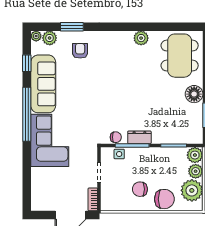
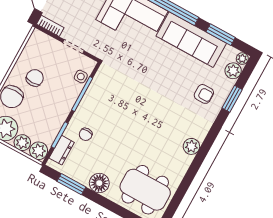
plant: (141, 38) -> (191, 146), moved
window: (27, 63) -> (221, 35), width x1.50
chair: (116, 137) -> (86, 134), moved
dresser: (139, 137) -> (62, 150), moved

